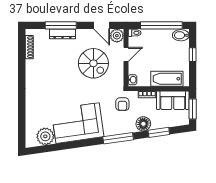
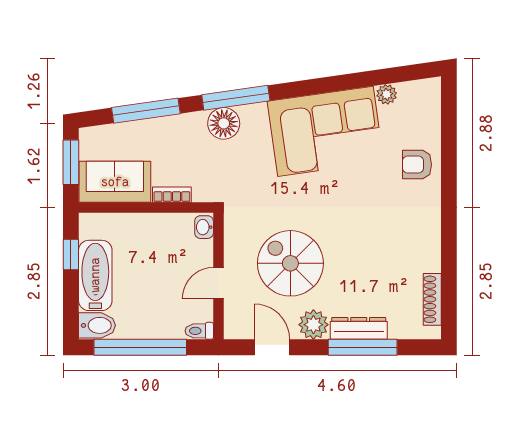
plant: (117, 36) -> (313, 325), moved
window: (193, 55) -> (71, 255), moved
bathtub: (167, 79) -> (95, 275), moved, turned -90
armchair: (122, 104) -> (417, 165), moved, turned -90
floor lamp: (143, 124) -> (224, 123), moved
window: (159, 132) -> (146, 111), width x1.44
plant: (45, 136) -> (387, 94), width x0.53, depth x0.53

